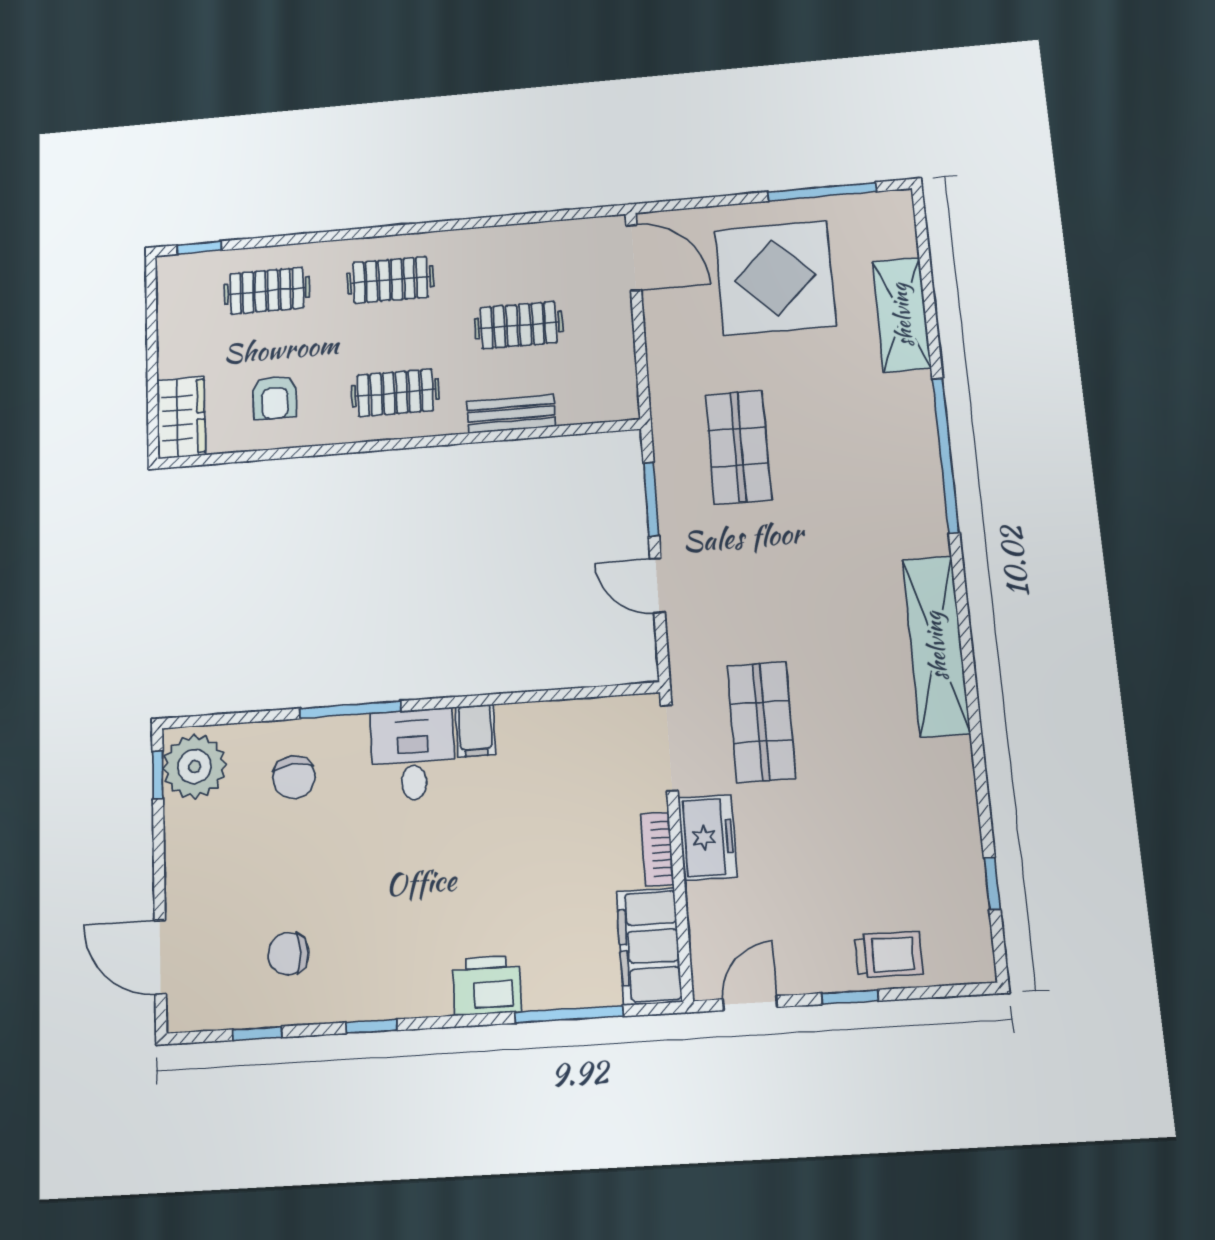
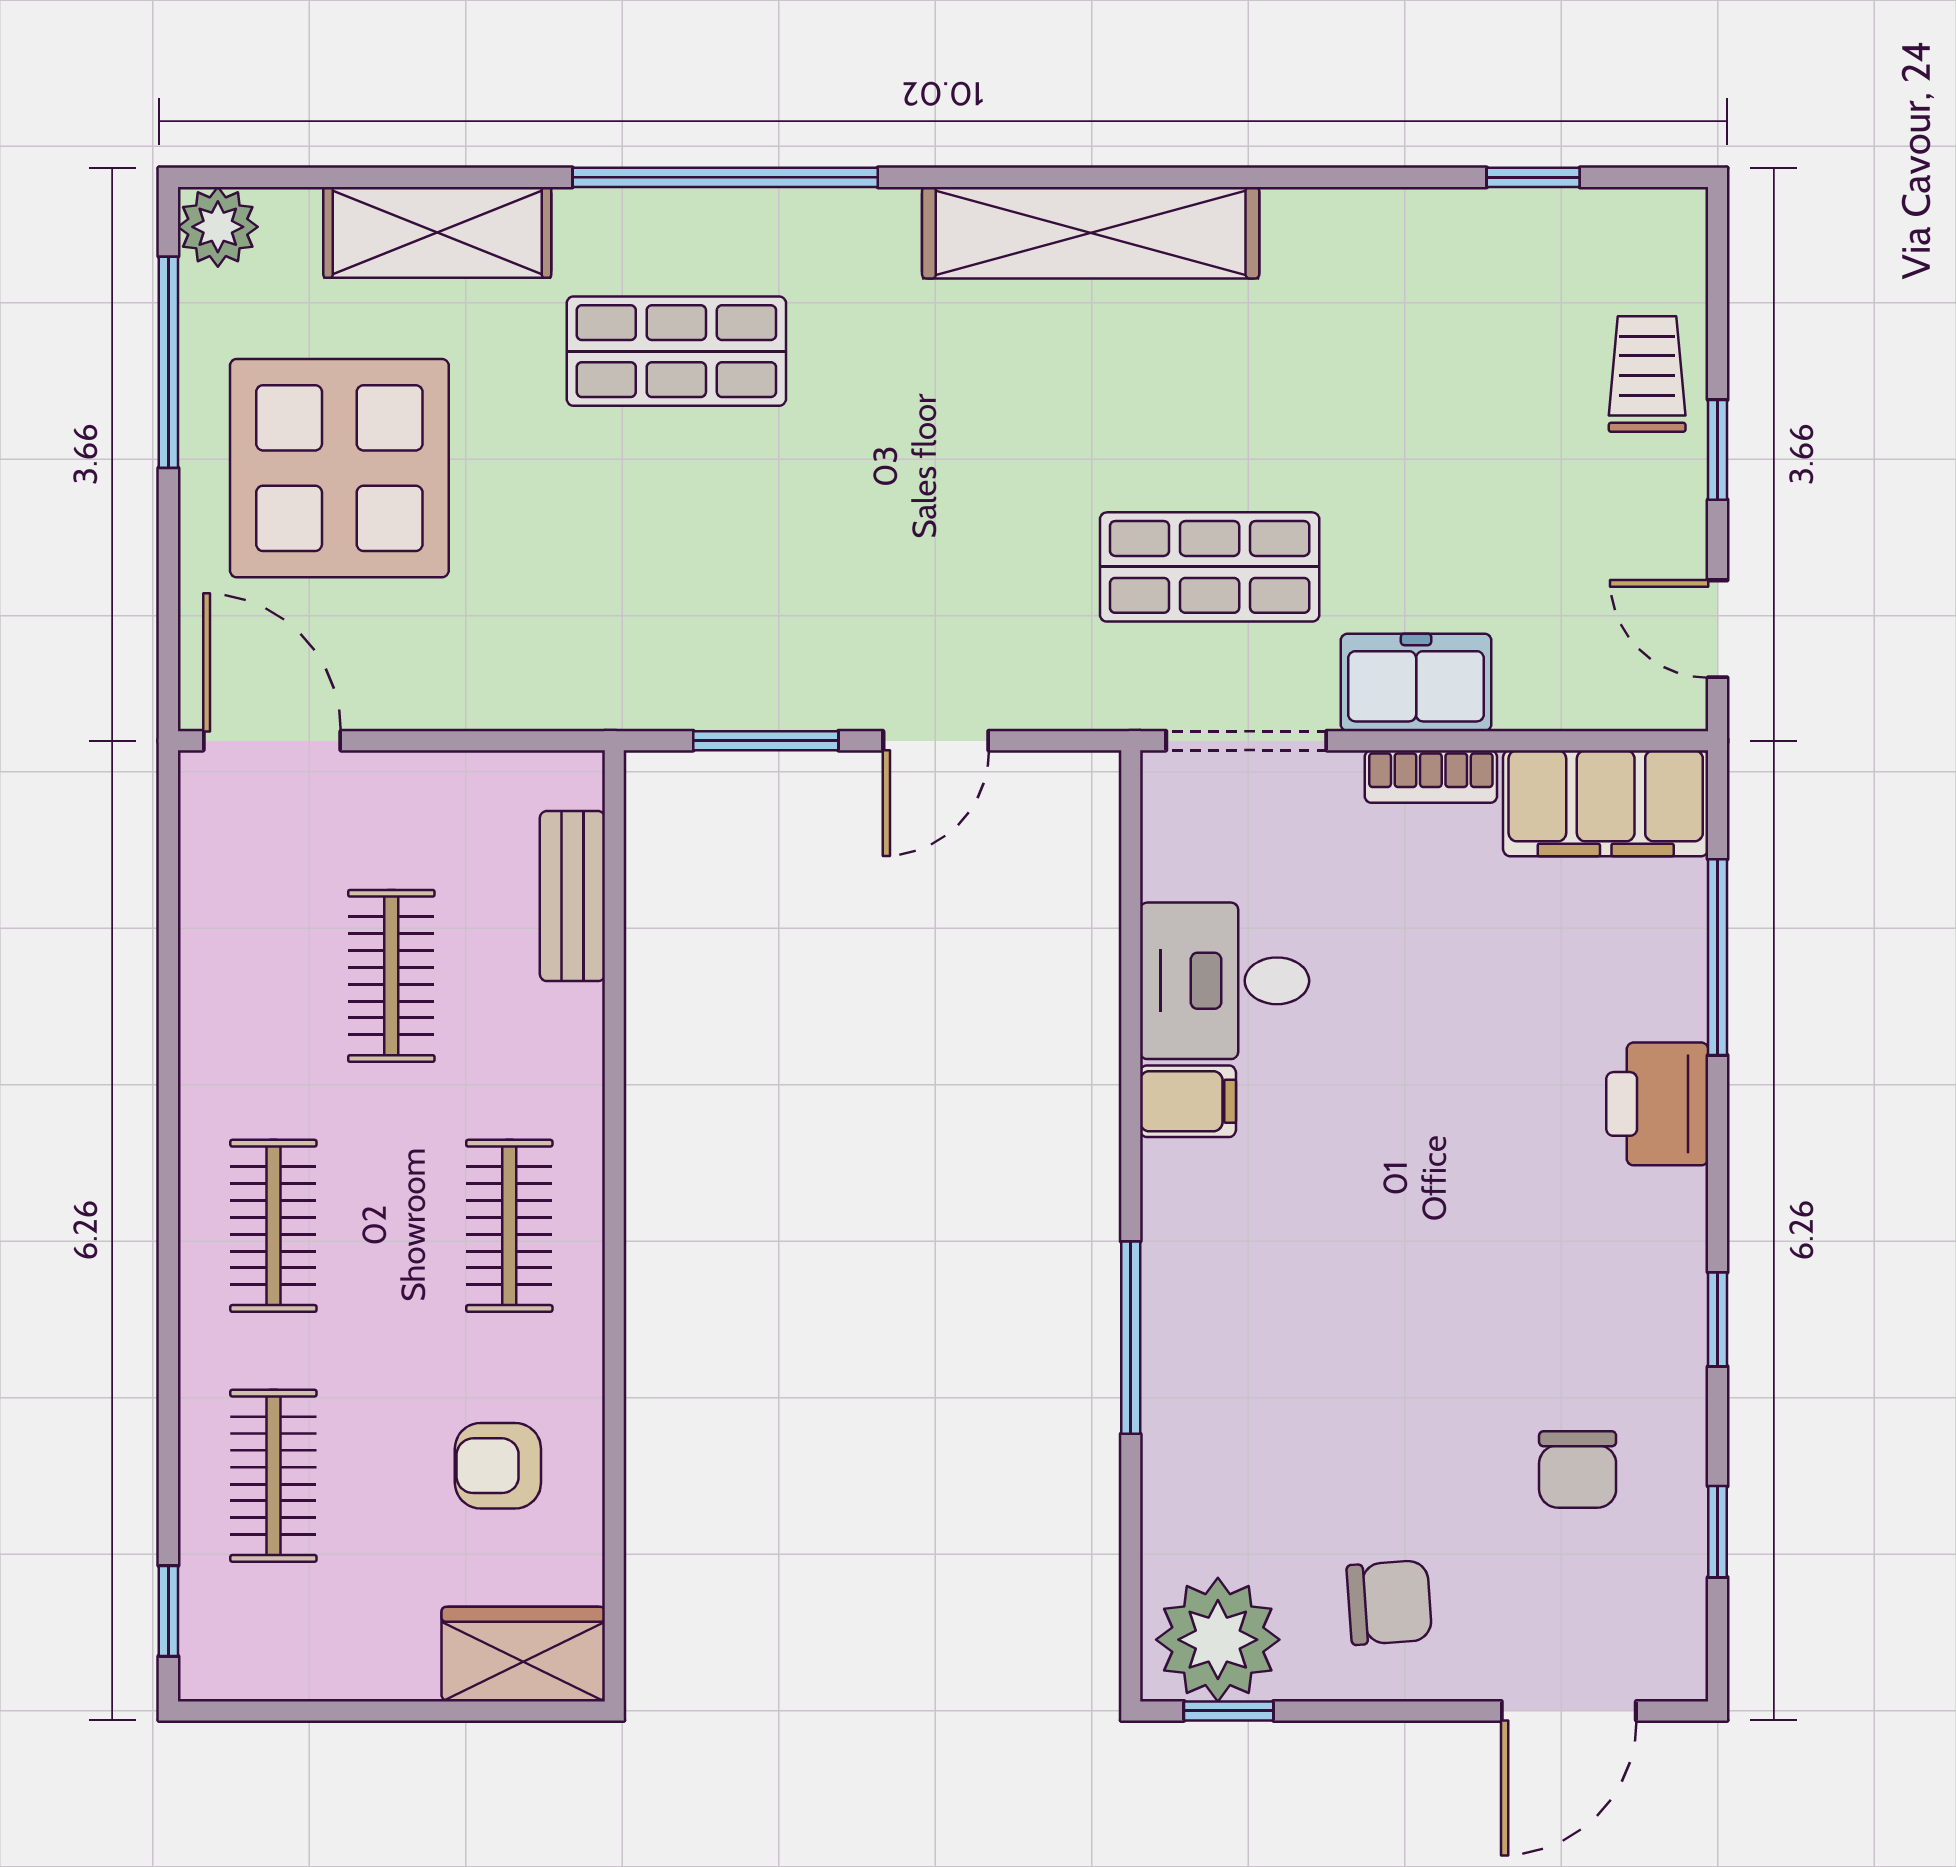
plant: (893, 209) -> (218, 227), added
door: (634, 258) -> (272, 741), hinge flipped
armchair: (275, 397) -> (498, 1466), turned 180
bench: (511, 414) -> (572, 896), moved
shop shelf: (738, 447) -> (676, 351), moved
desk: (413, 755) -> (1225, 981), moved
chair: (294, 777) -> (1389, 1603), moved

